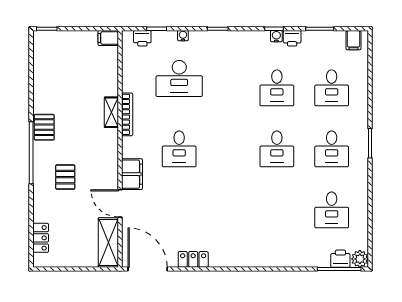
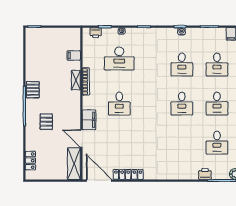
filing cabinet: (108, 38) -> (74, 55), moved
printer: (292, 38) -> (192, 33), removed
locker: (193, 259) -> (128, 174), width x1.53
printer: (340, 259) -> (205, 174), moved

